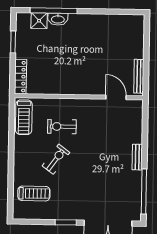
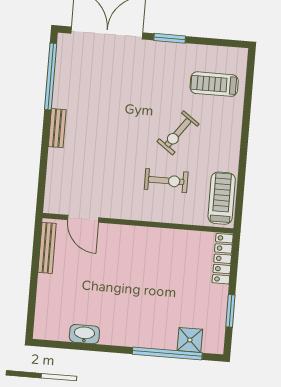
washbasin: (58, 19) -> (84, 334), moved

